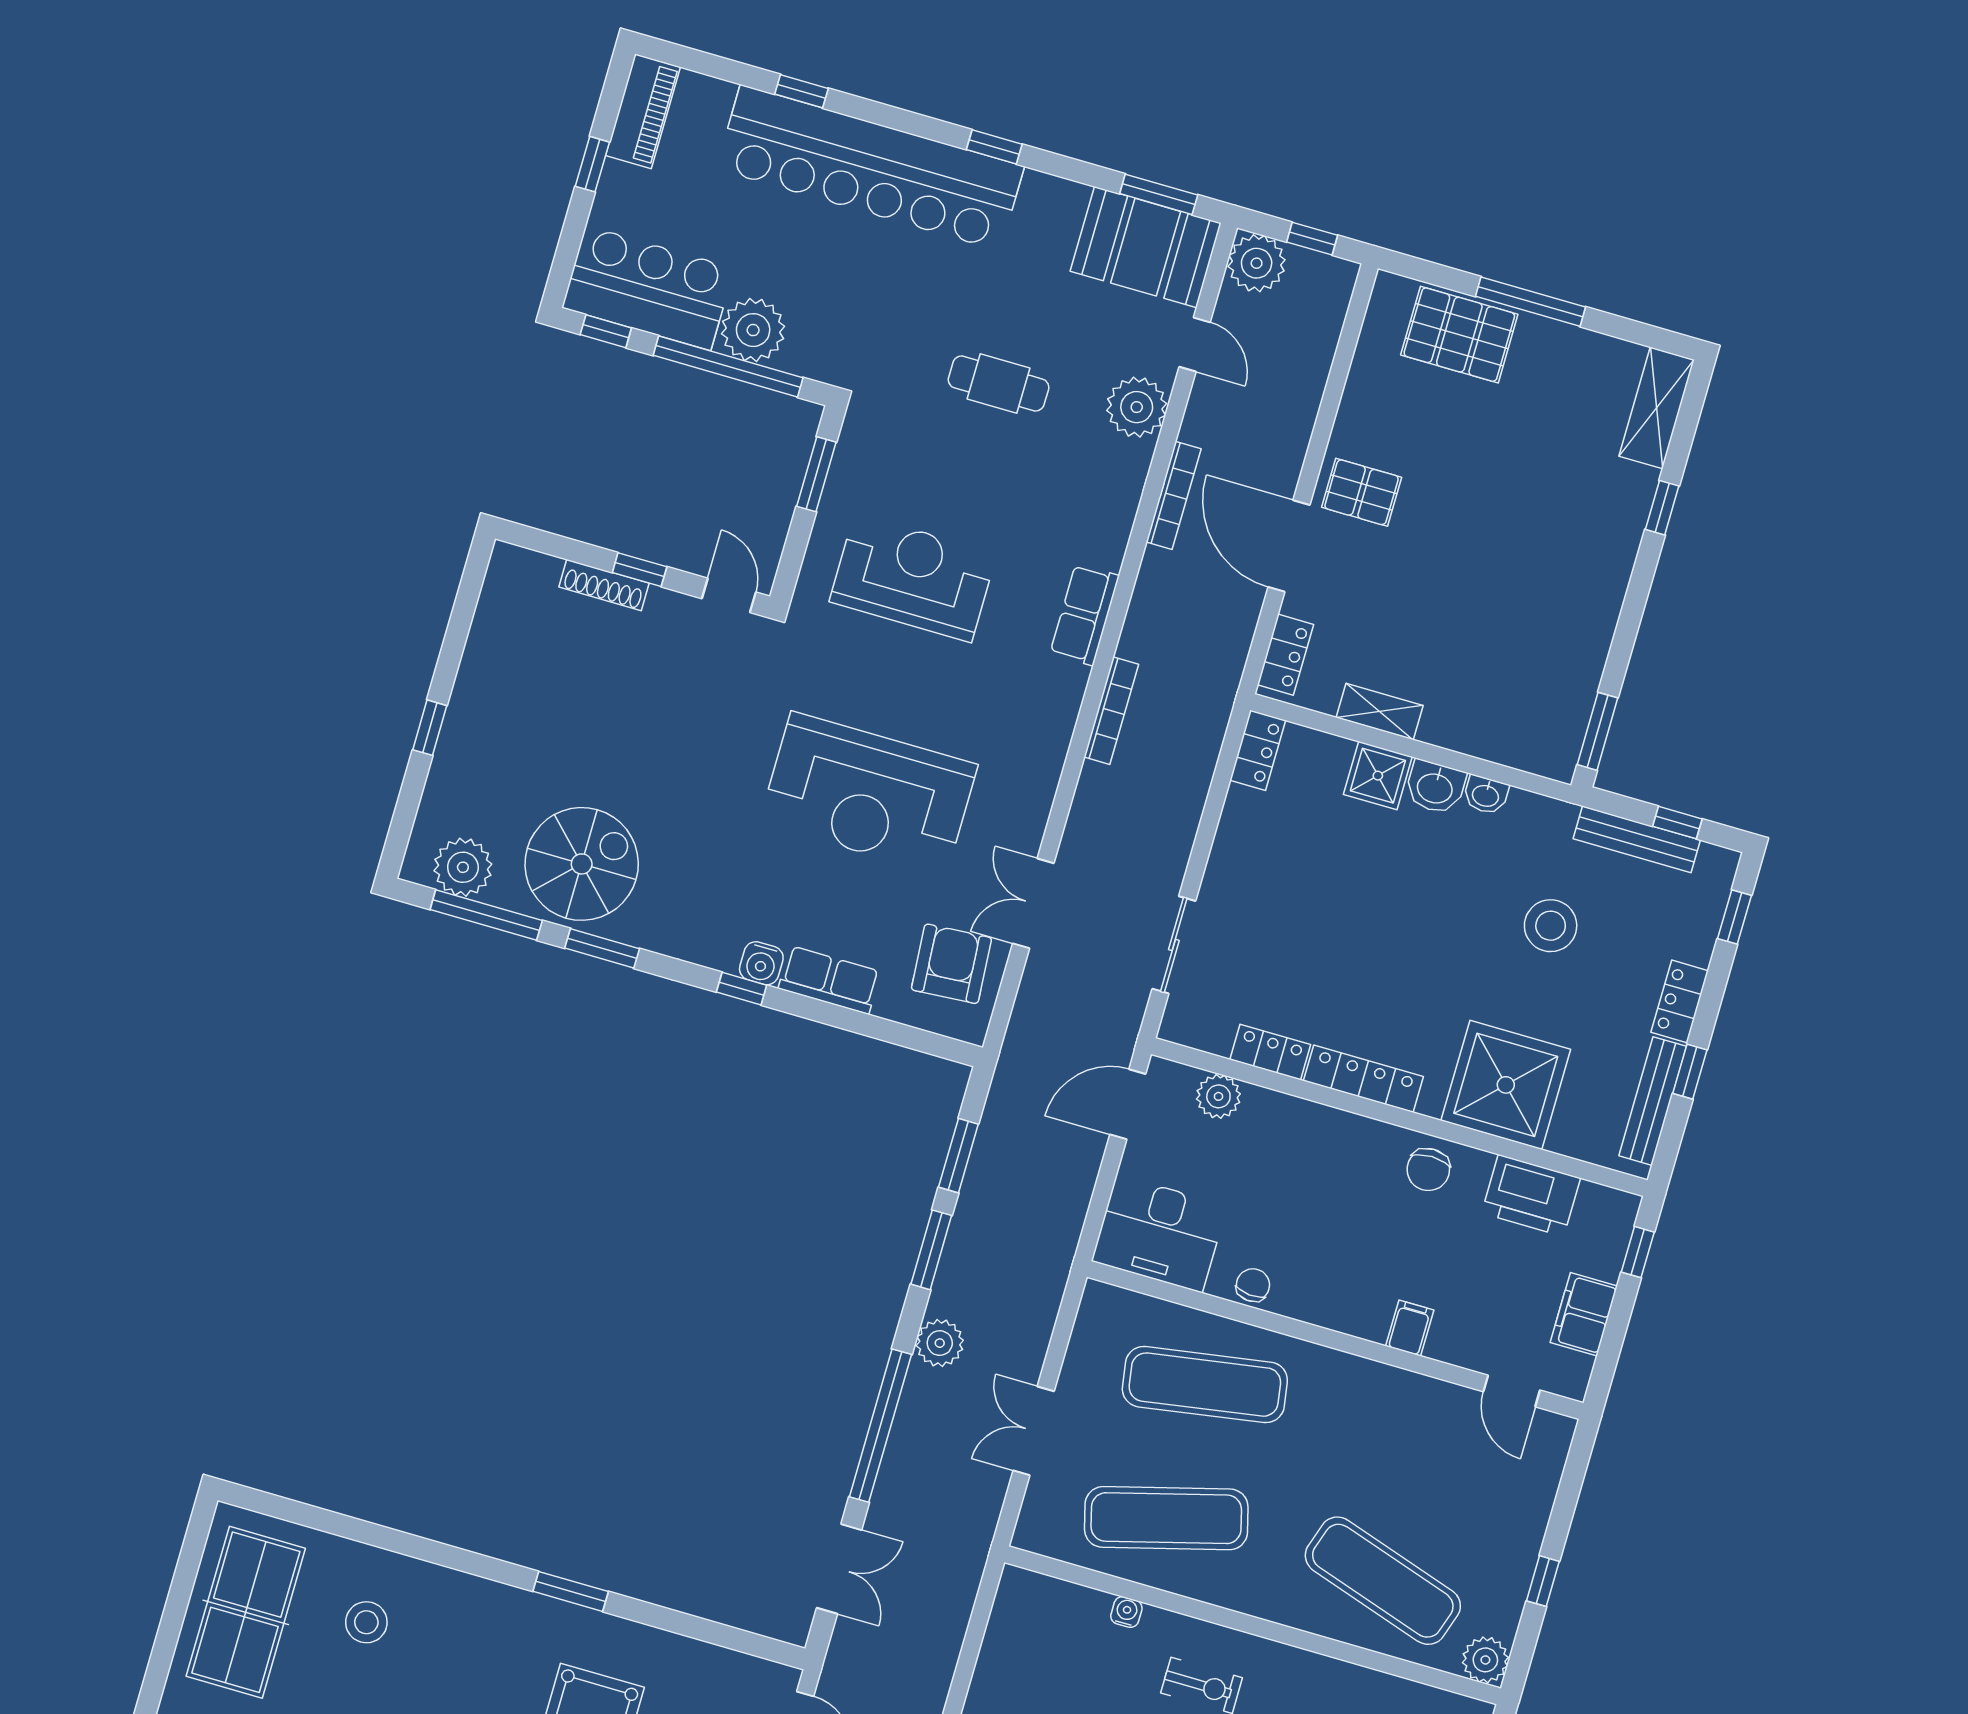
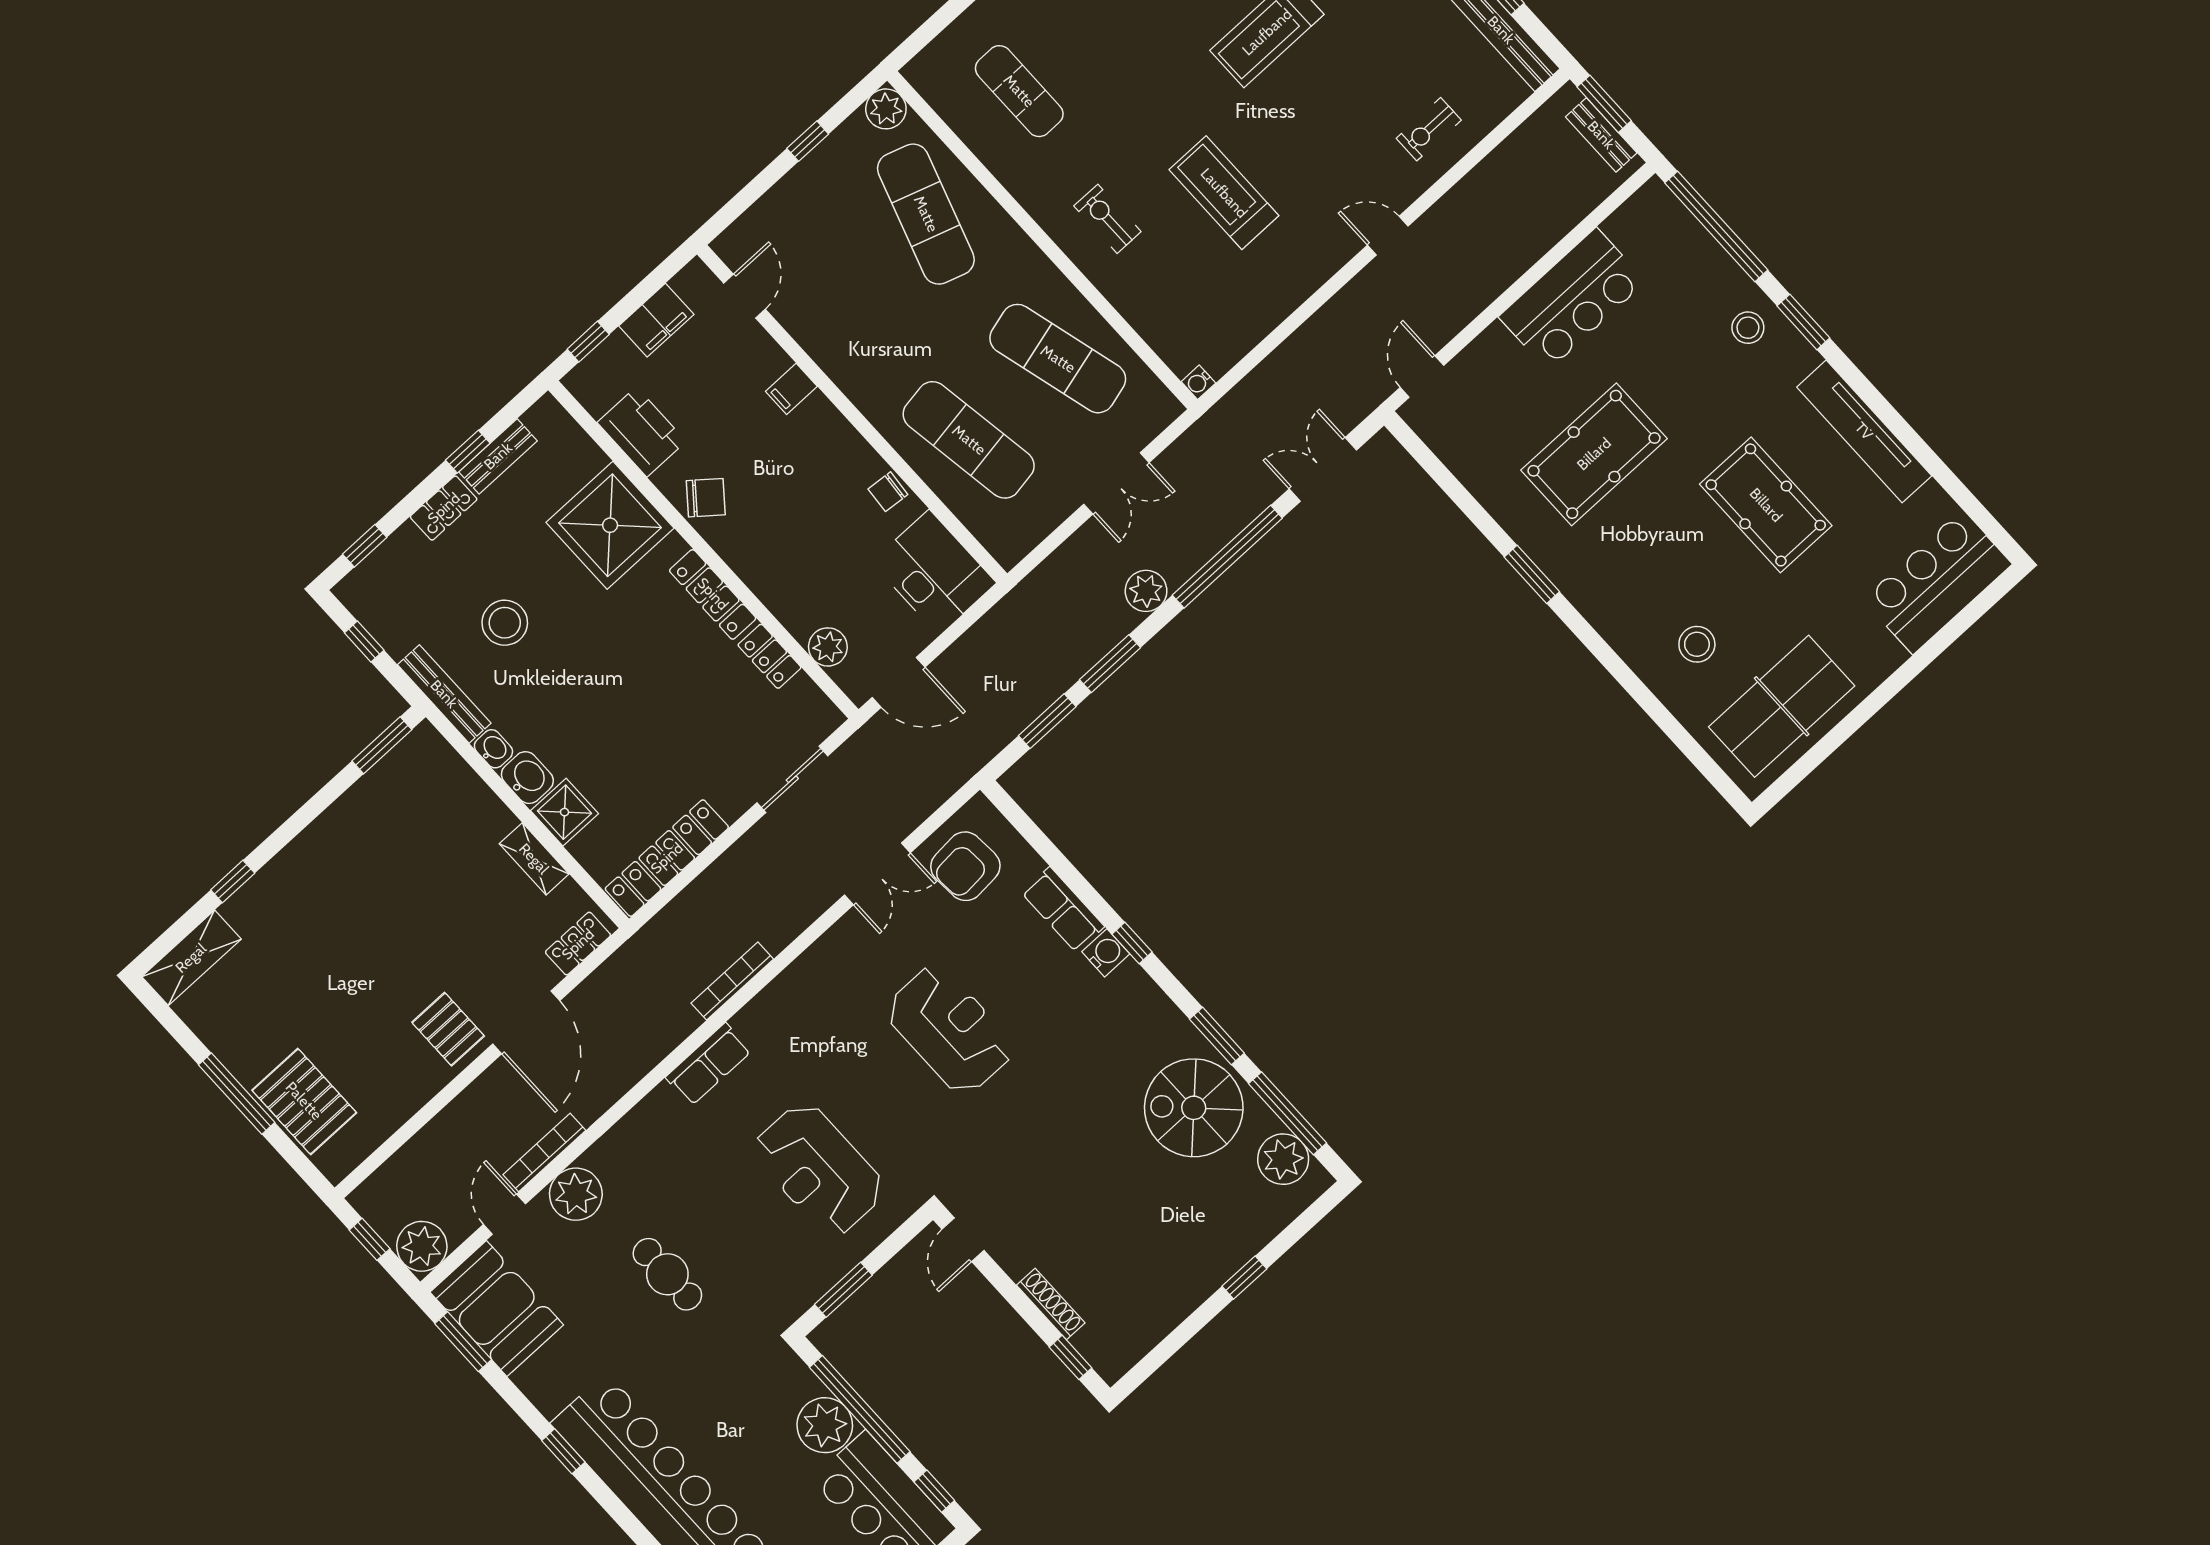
bookcase: (1174, 495) -> (544, 1152), moved
window: (640, 570) -> (1070, 1357), moved
locker: (1258, 750) -> (667, 858), width x2.16, depth x1.21
reception desk: (868, 794) -> (950, 1030), width x0.74, depth x0.77
bench: (1637, 839) -> (444, 694), moved
bench: (1653, 1101) -> (498, 456), width x0.73
chair: (1428, 1170) -> (706, 498), turned 39
water cooler: (1126, 1612) -> (1198, 382), moved

